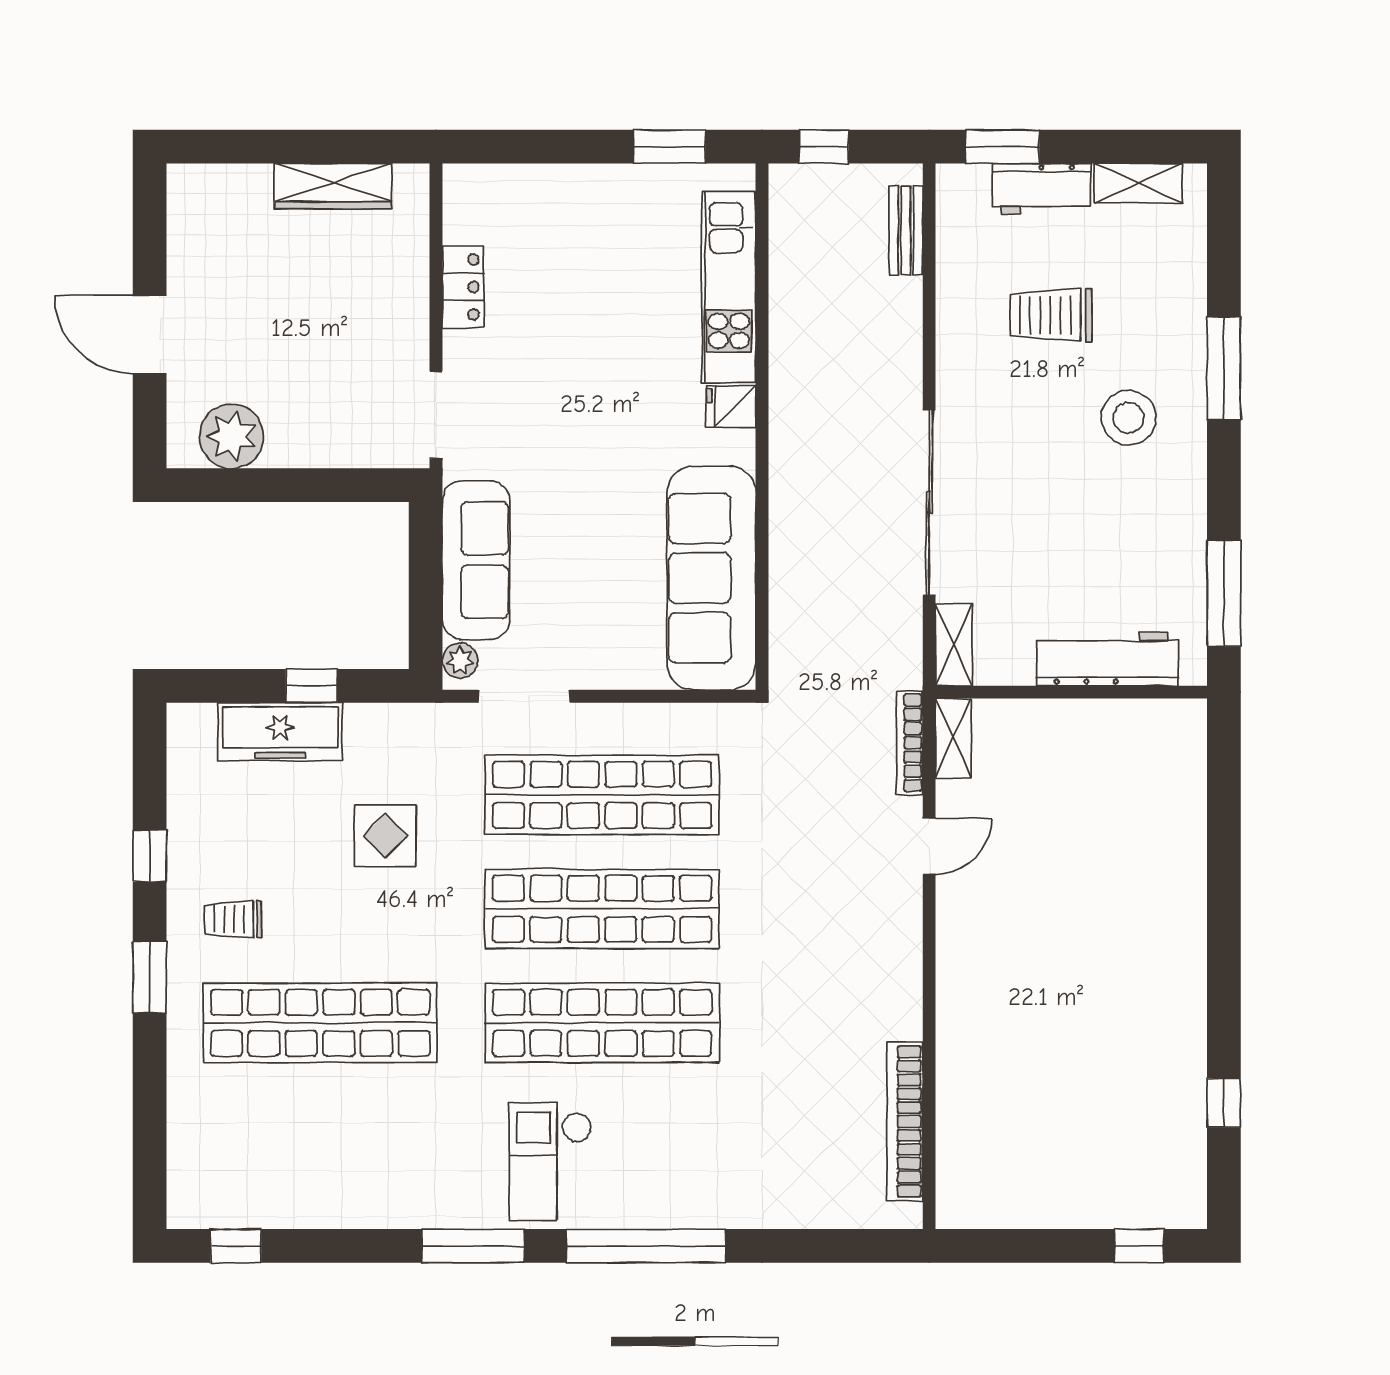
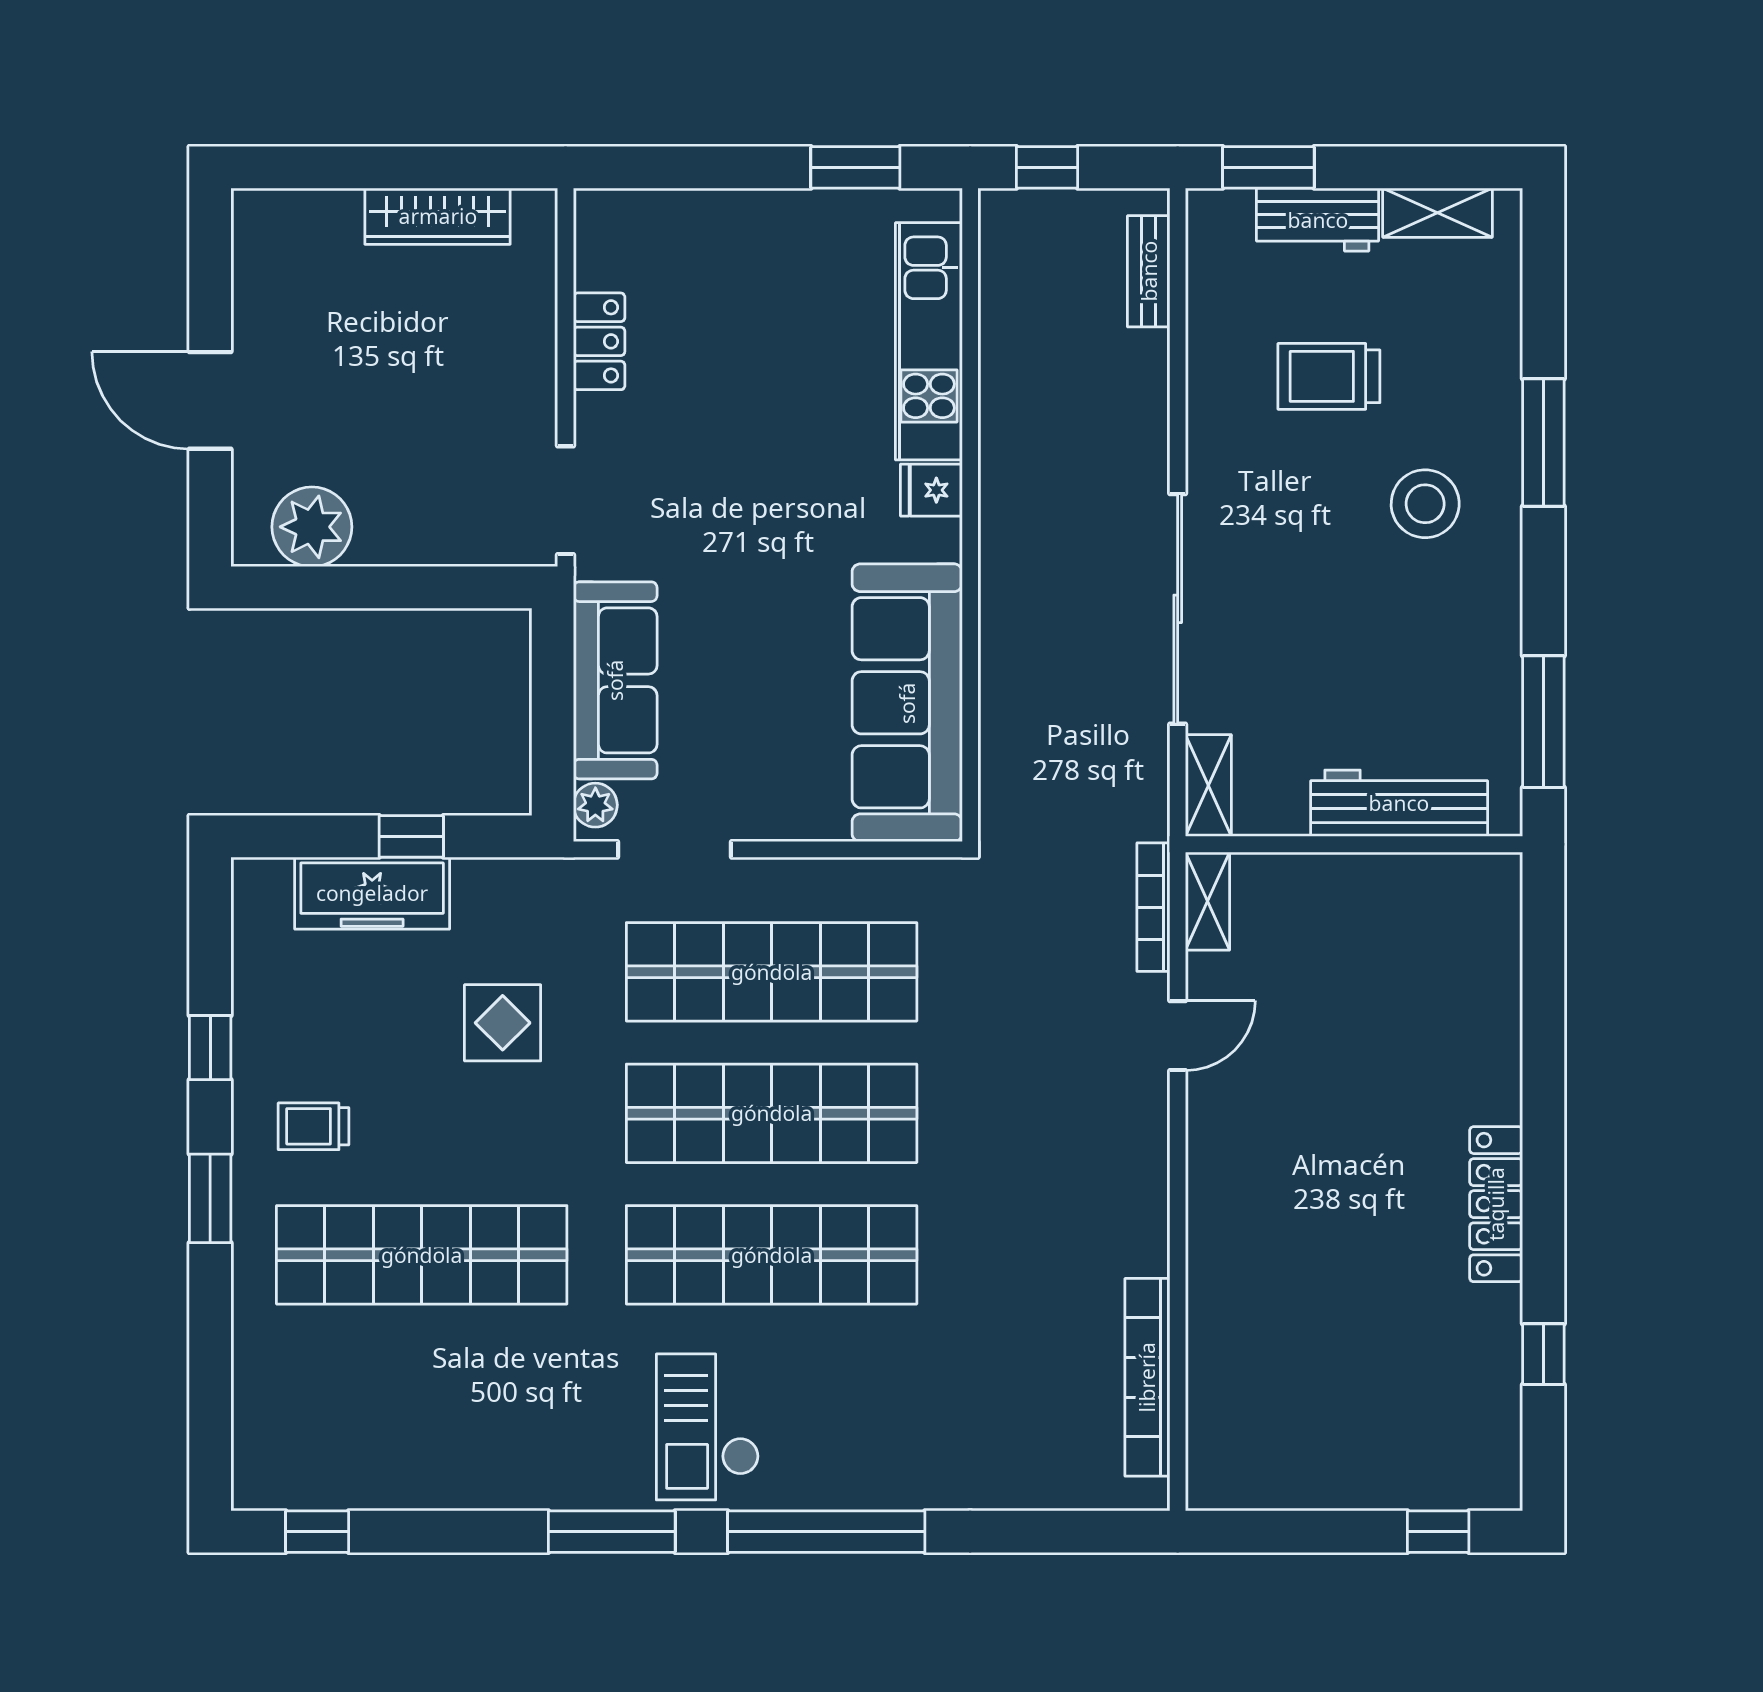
locker: (1186, 982) -> (1496, 1204), added

